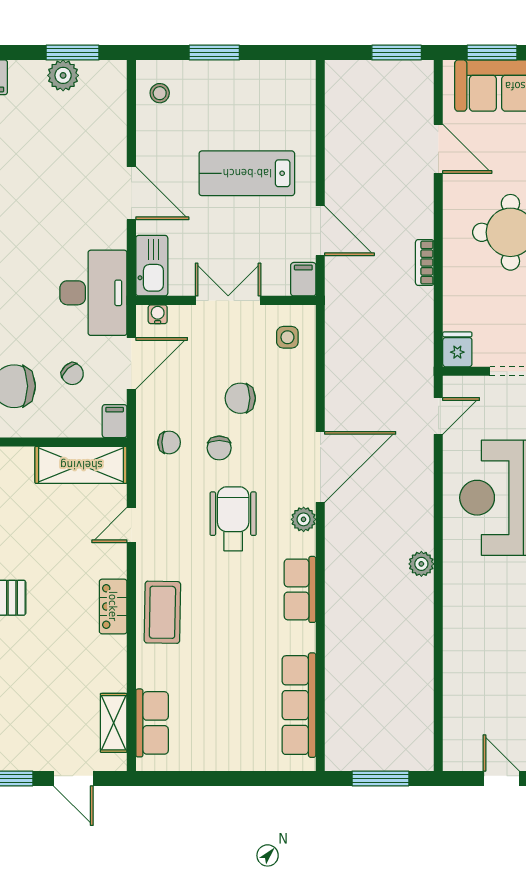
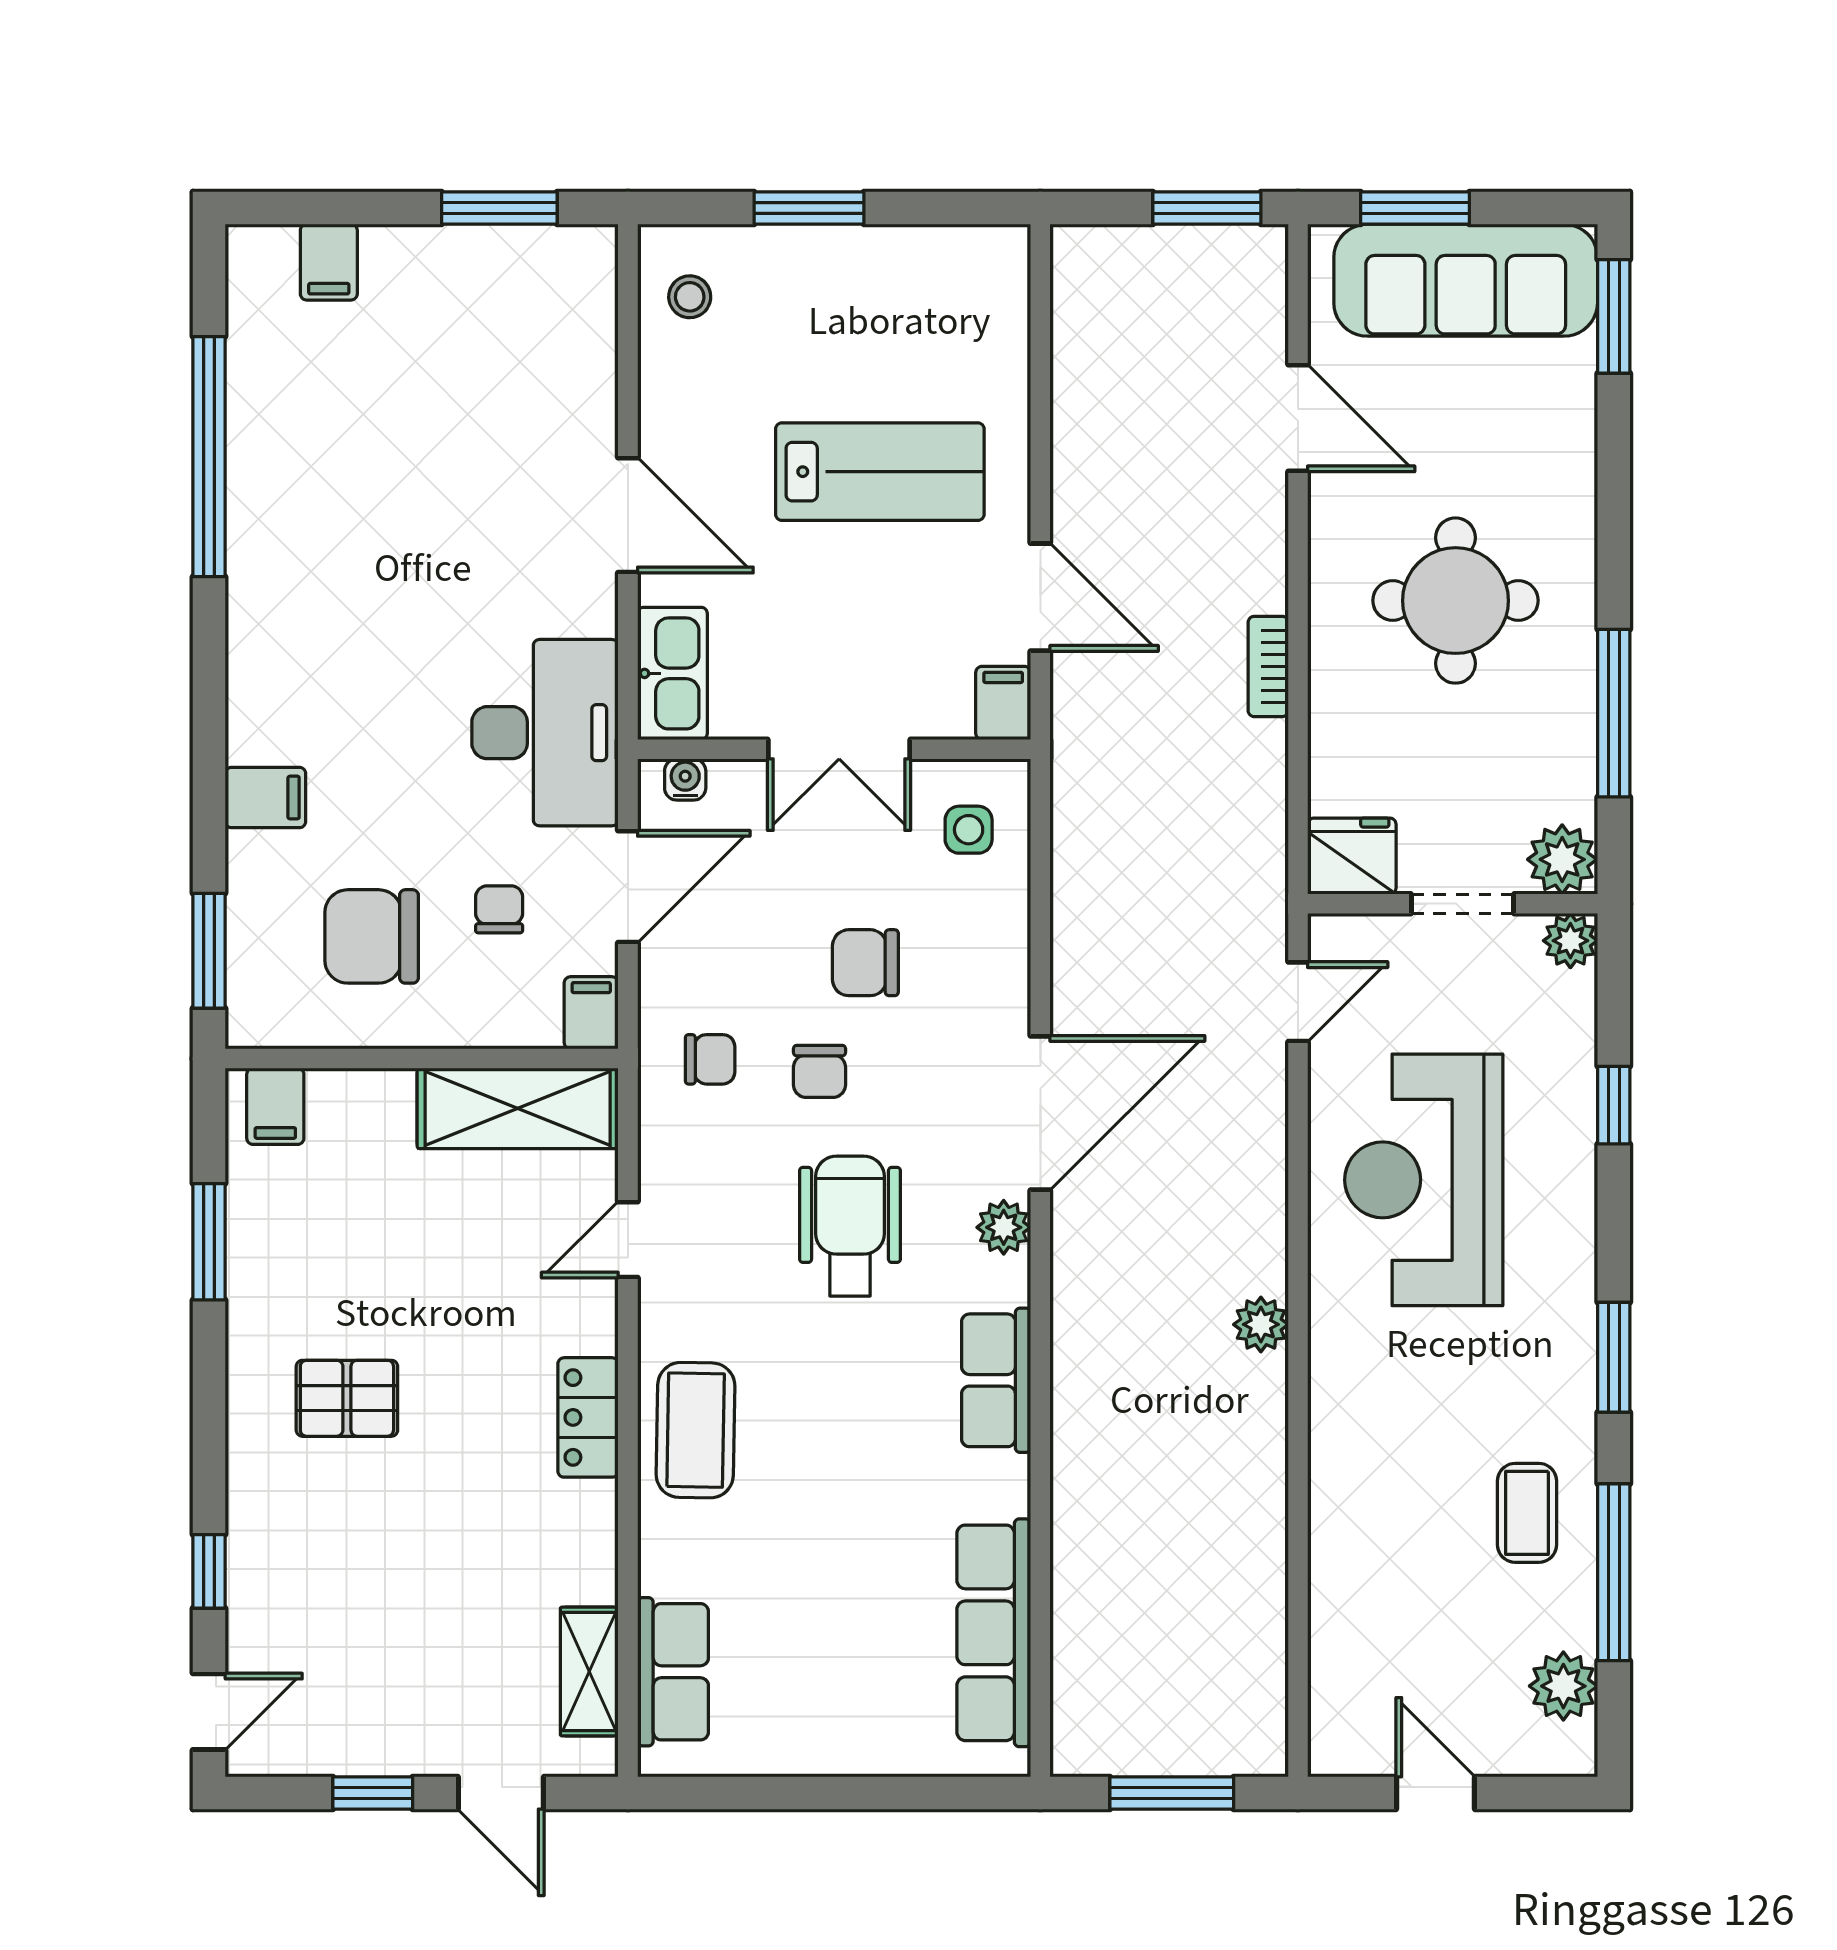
plant: (63, 75) -> (479, 258), removed
lab bench: (247, 173) -> (880, 472), turned 180
double door: (228, 300) -> (839, 749), swing flipped
fridge: (457, 349) -> (1352, 856), width x1.38
chair: (72, 374) -> (499, 909), turned -137

